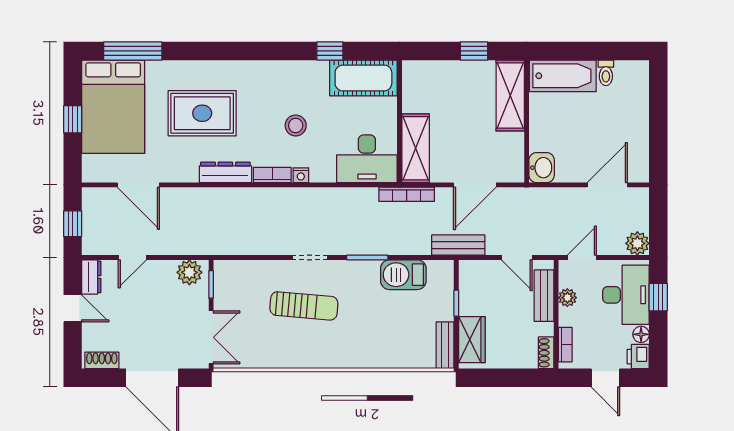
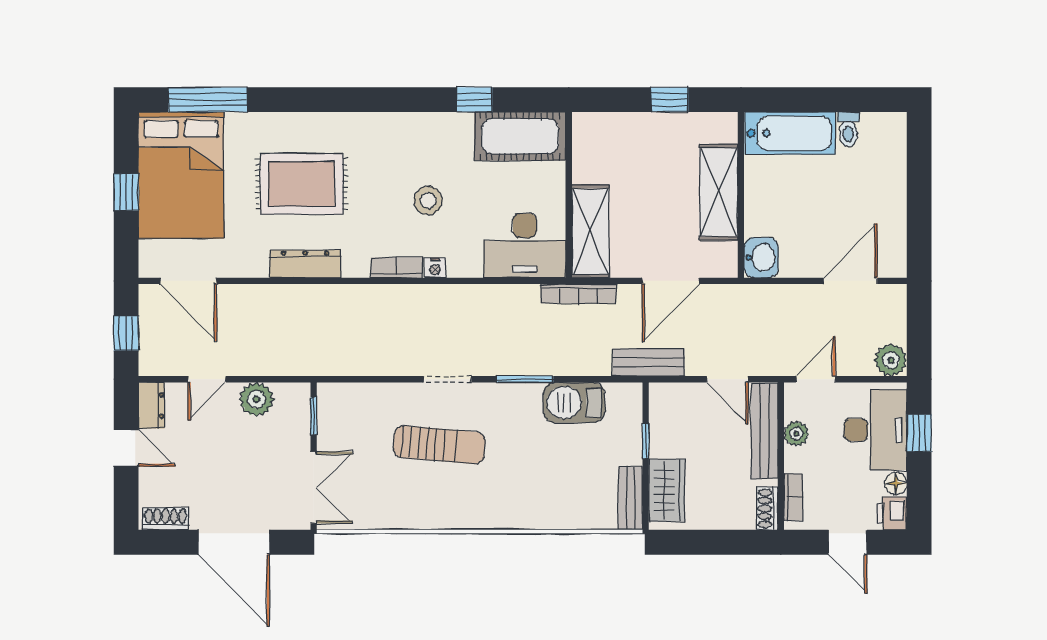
shelving: (510, 95) -> (719, 192), moved
dresser: (225, 172) -> (305, 264), moved
door: (138, 185) -> (188, 281), moved
plant: (189, 272) -> (256, 399), moved
bench: (544, 296) -> (764, 431), width x1.36

